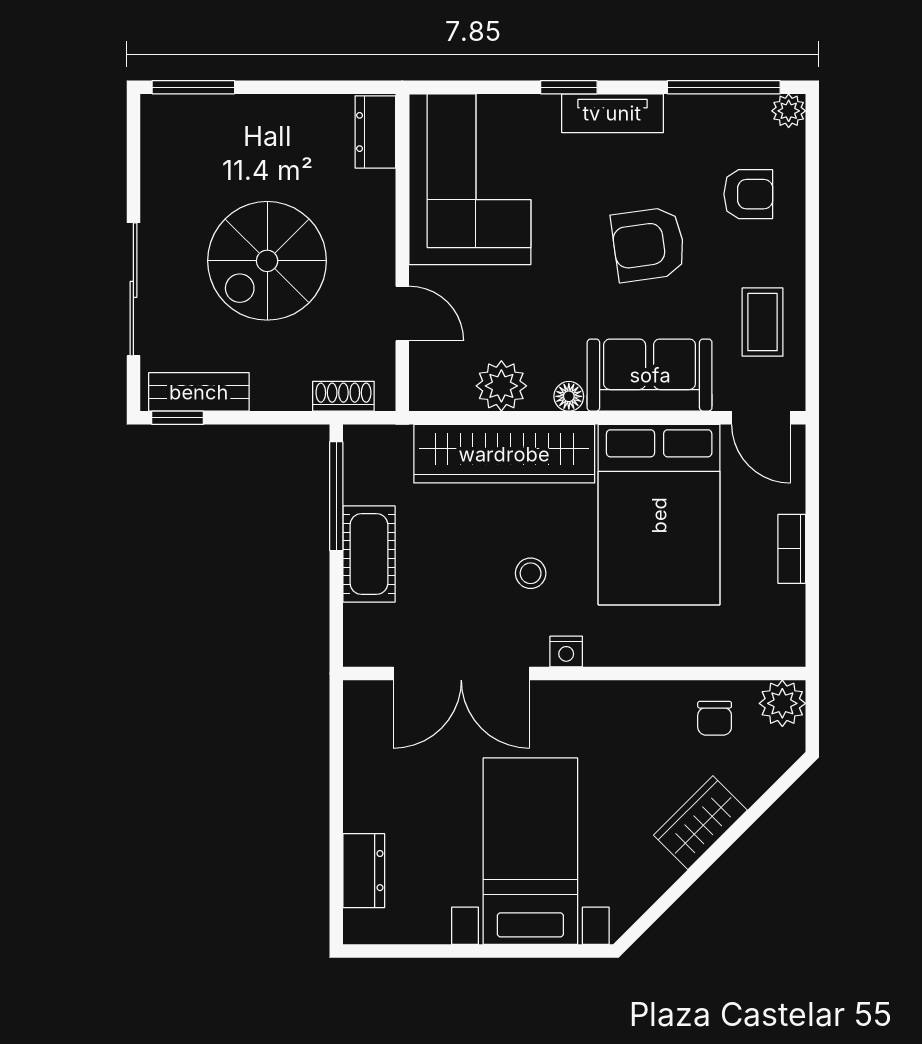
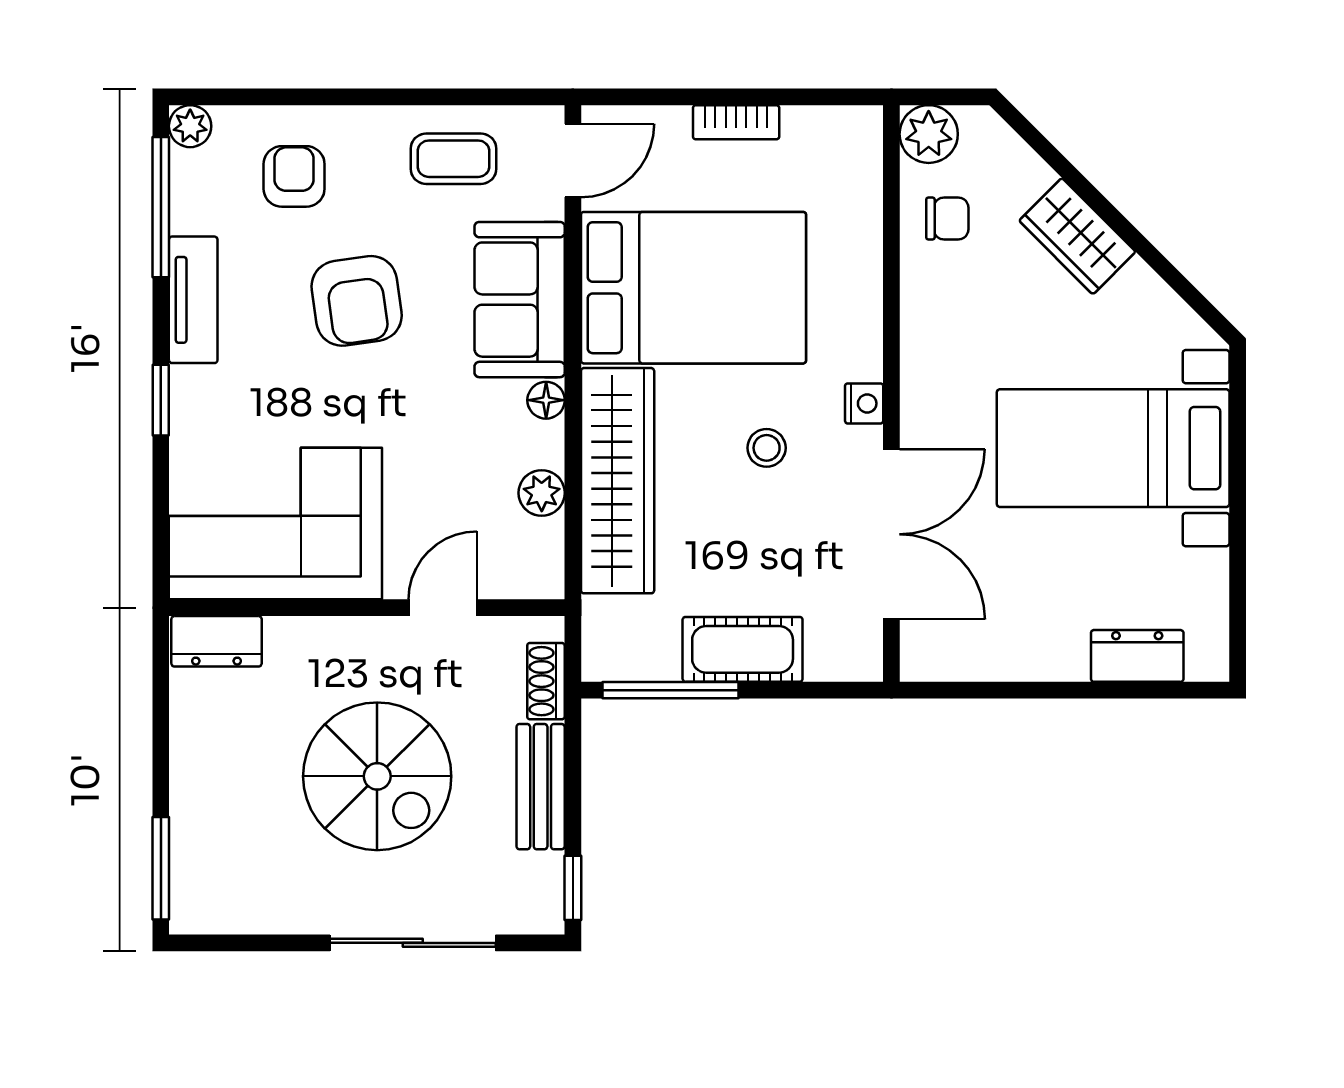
tv unit: (612, 113) -> (193, 300), moved
plant: (501, 386) -> (542, 493), width x0.73, depth x0.73
bench: (199, 392) -> (541, 787), moved

